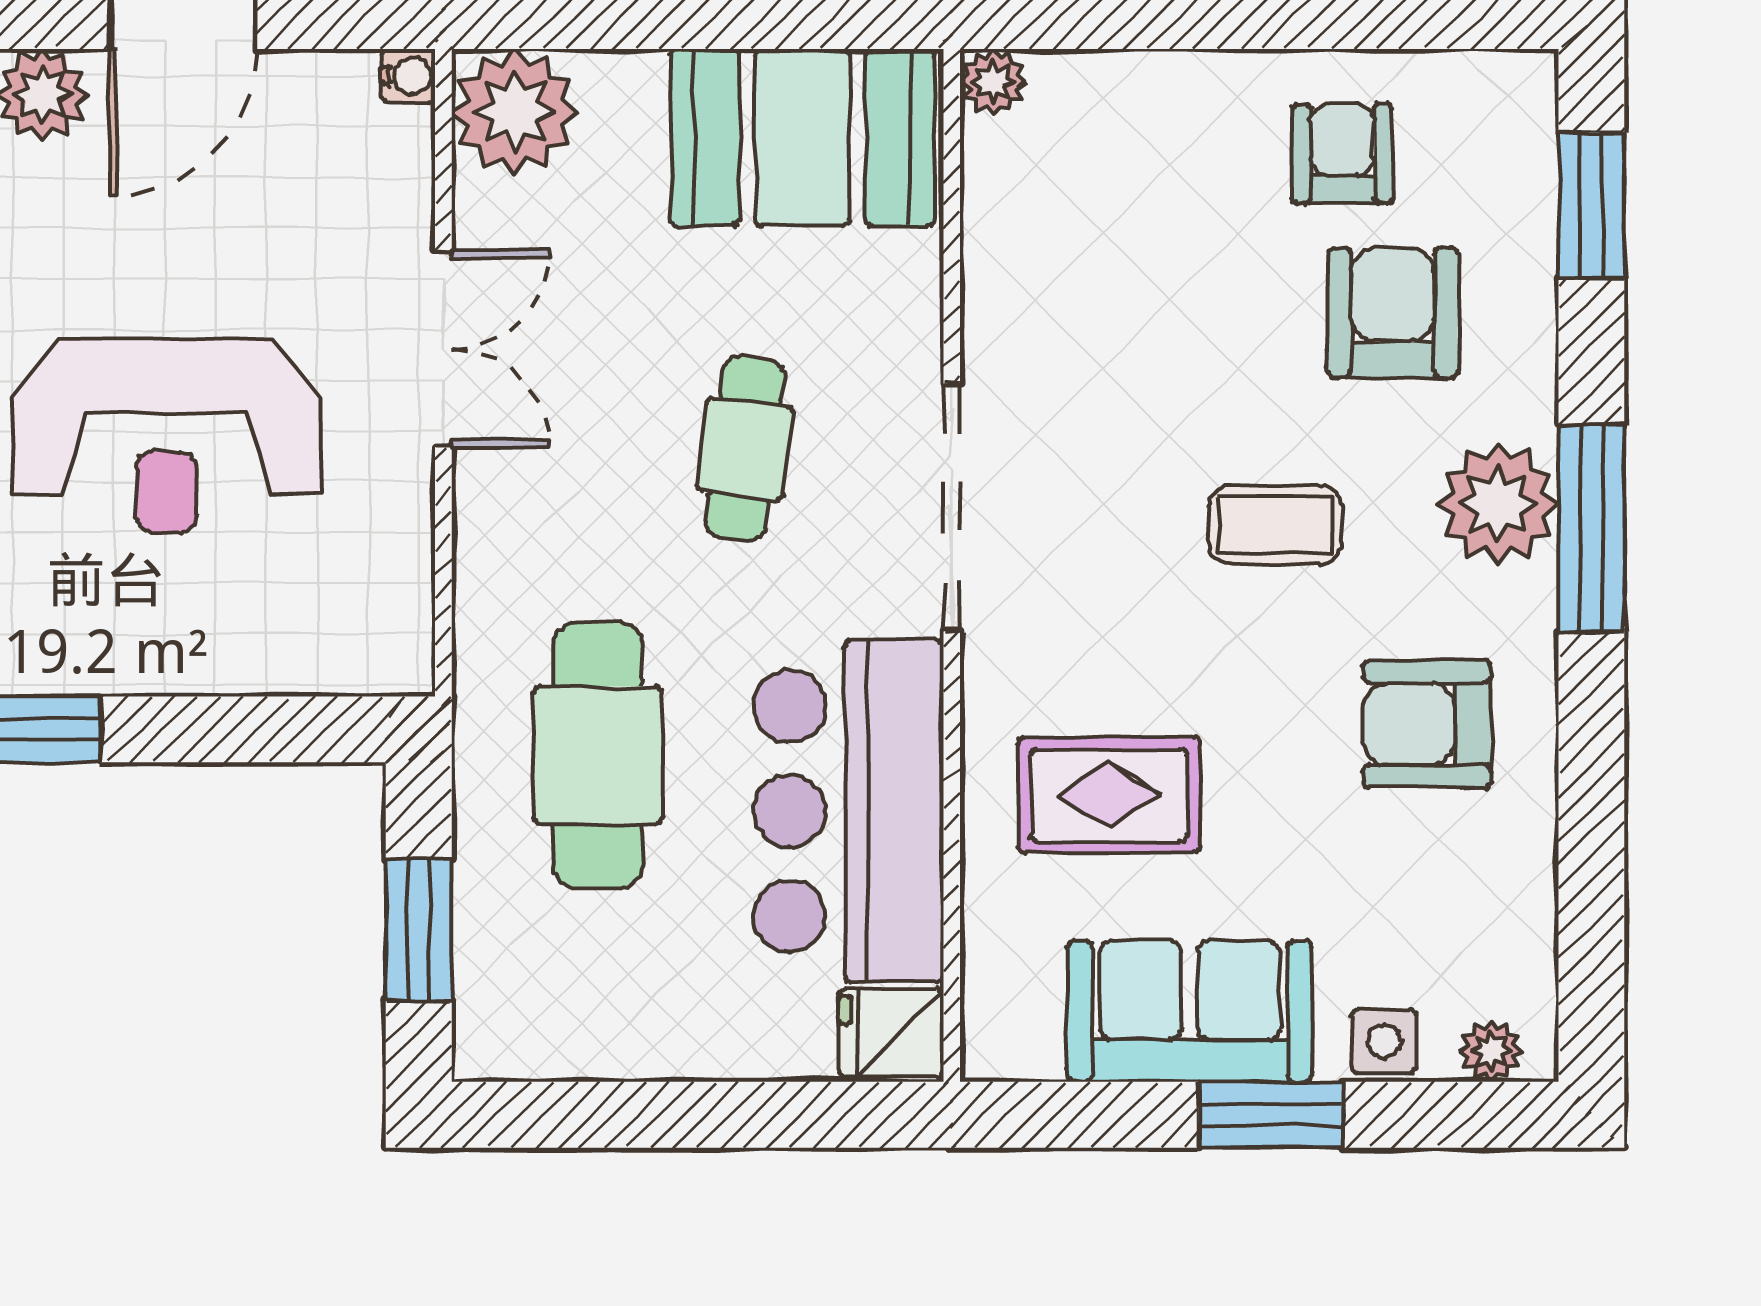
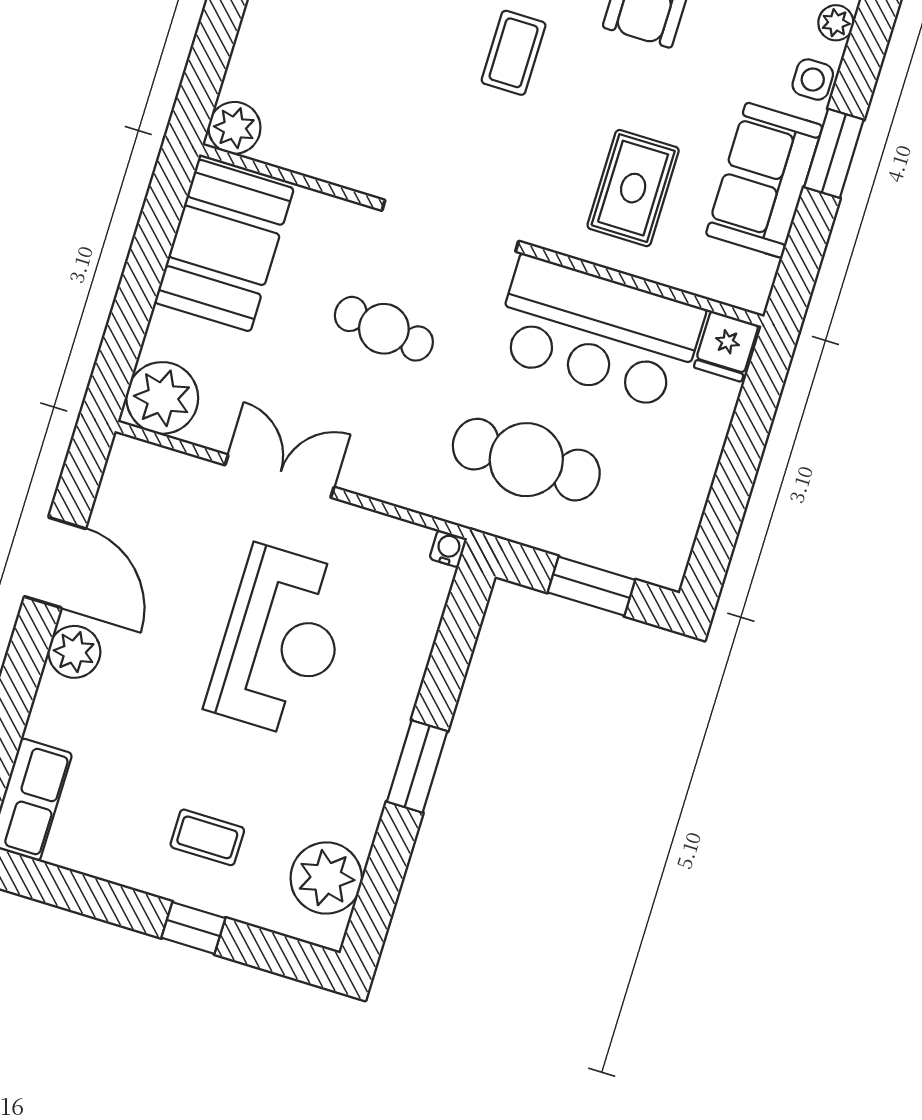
water cooler: (408, 76) -> (448, 549), moved
plant: (993, 82) -> (234, 128), width x1.38, depth x1.38

